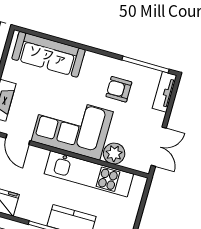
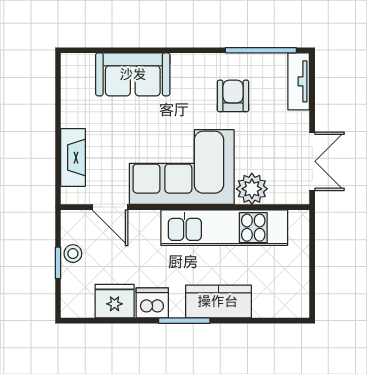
sofa: (48, 54) -> (133, 74), width x0.73
armchair: (119, 89) -> (233, 96), turned 90
dishwasher: (28, 210) -> (152, 303), added

